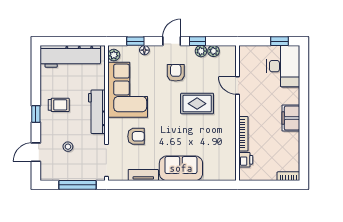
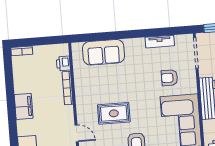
sofa: (181, 168) -> (103, 52), moved

